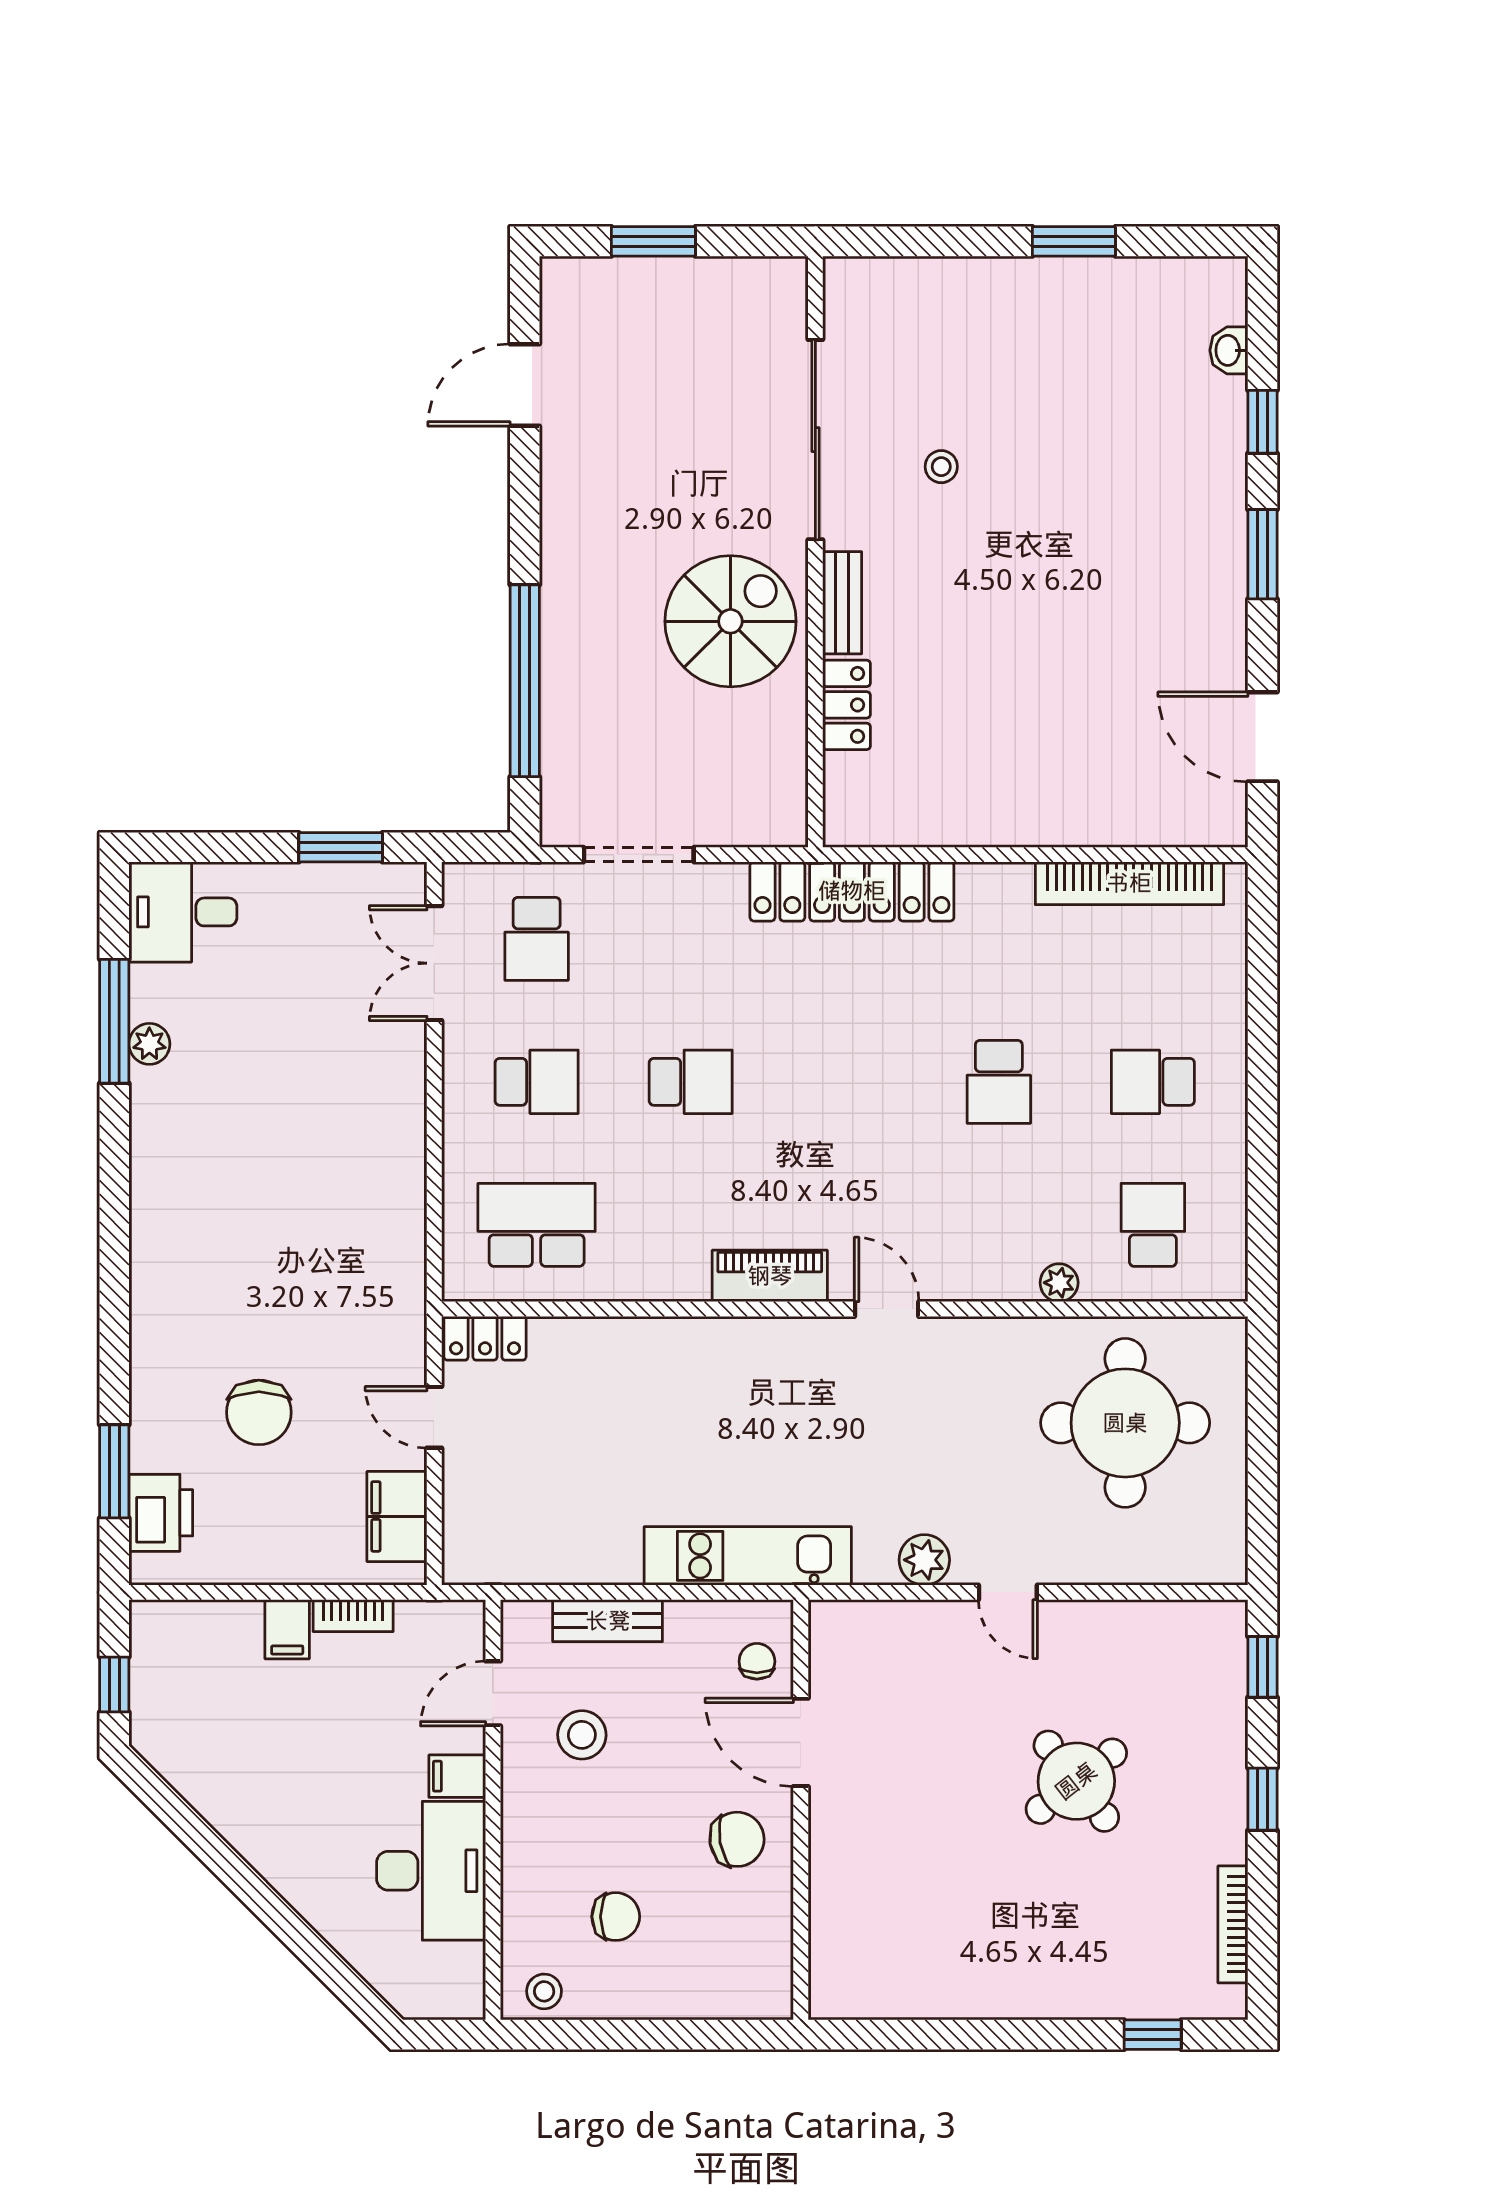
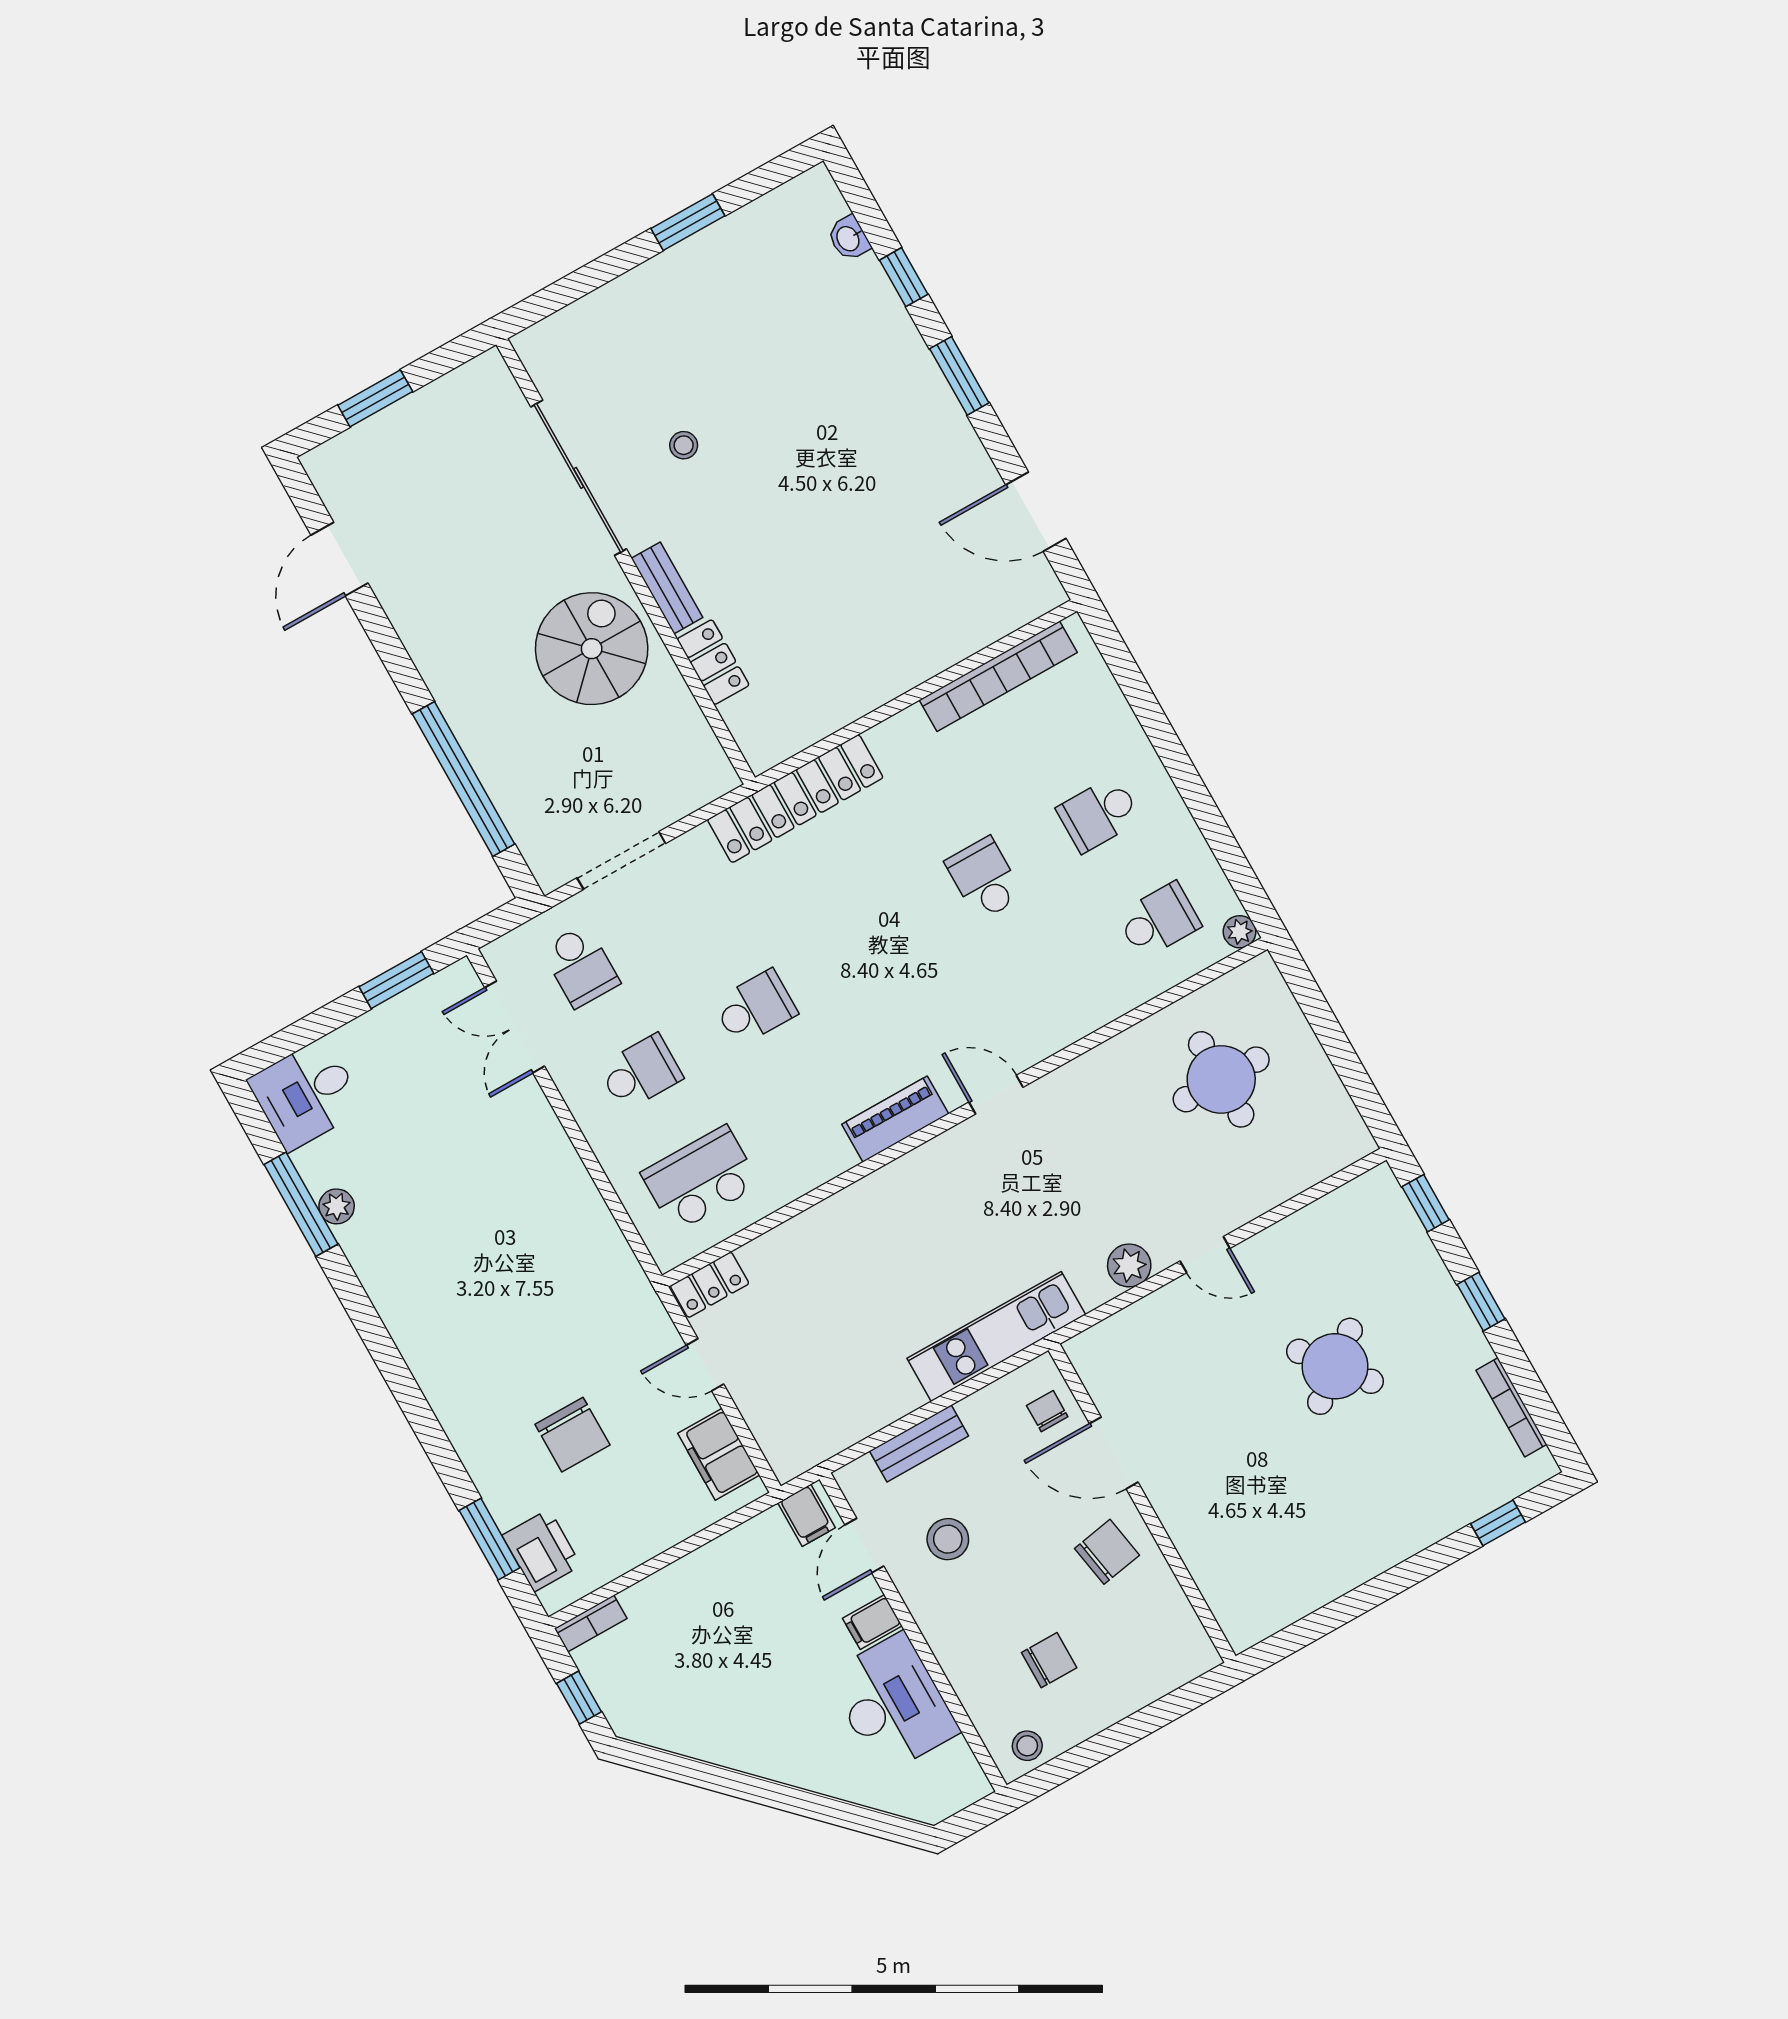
school desk: (999, 1082) -> (984, 879), turned 180
school desk: (1153, 1225) -> (1159, 920), turned 90
plant: (1059, 1283) -> (1240, 932), moved
round table: (1125, 1423) -> (1221, 1079), width x0.73, depth x0.73
bookcase: (353, 1616) -> (591, 1624), moved
filing cabinet: (287, 1629) -> (807, 1515), moved

